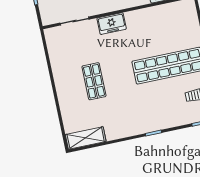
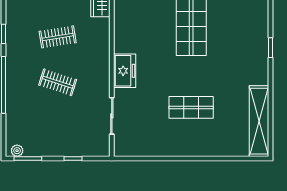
shelving: (86, 138) -> (259, 121), width x1.47

